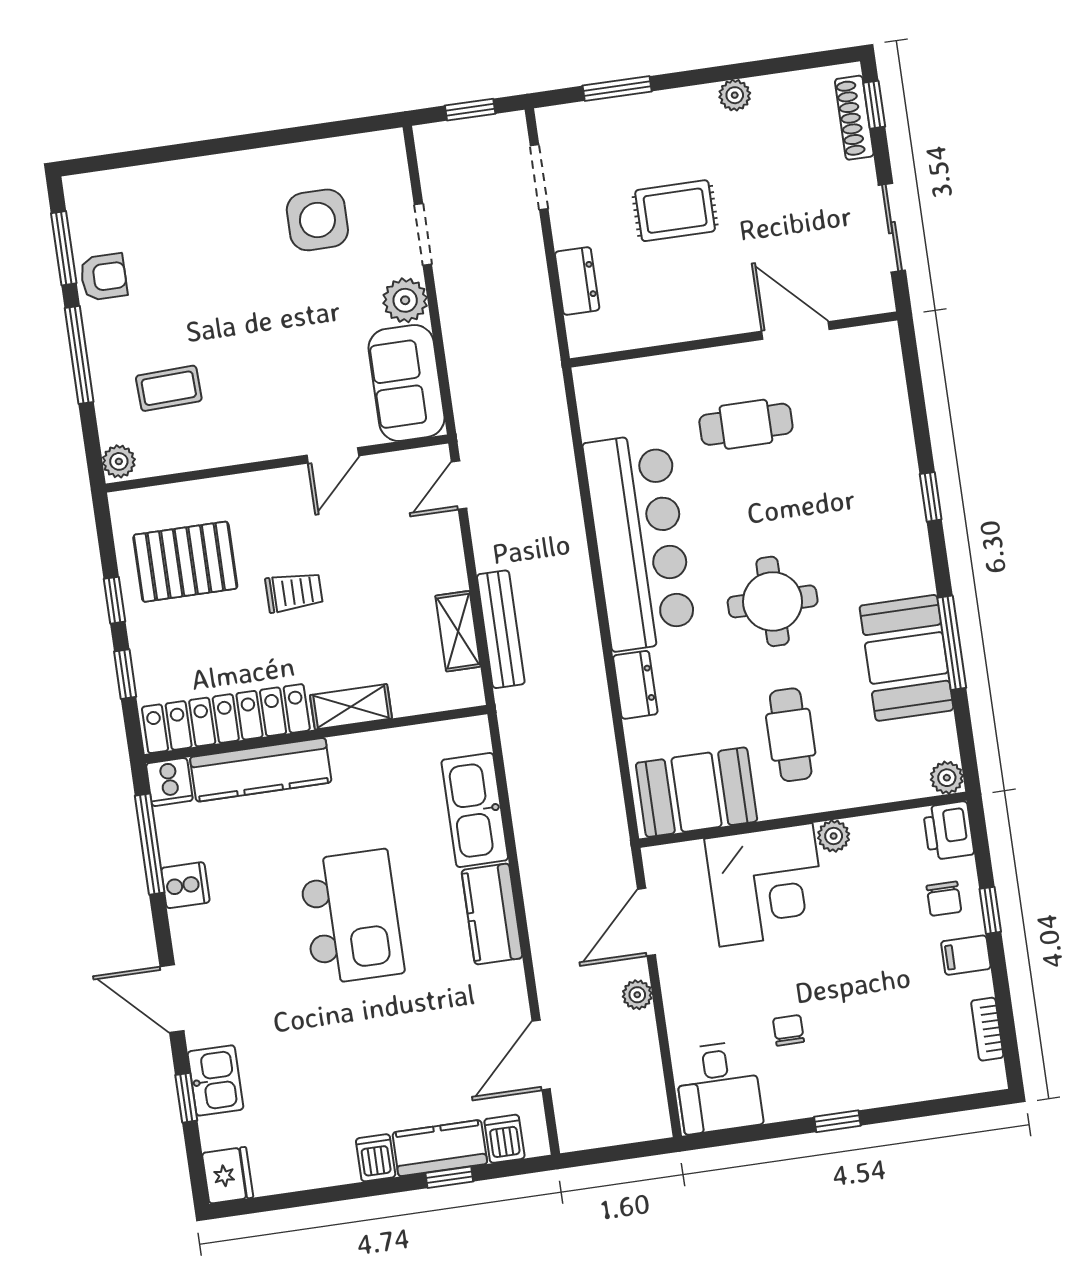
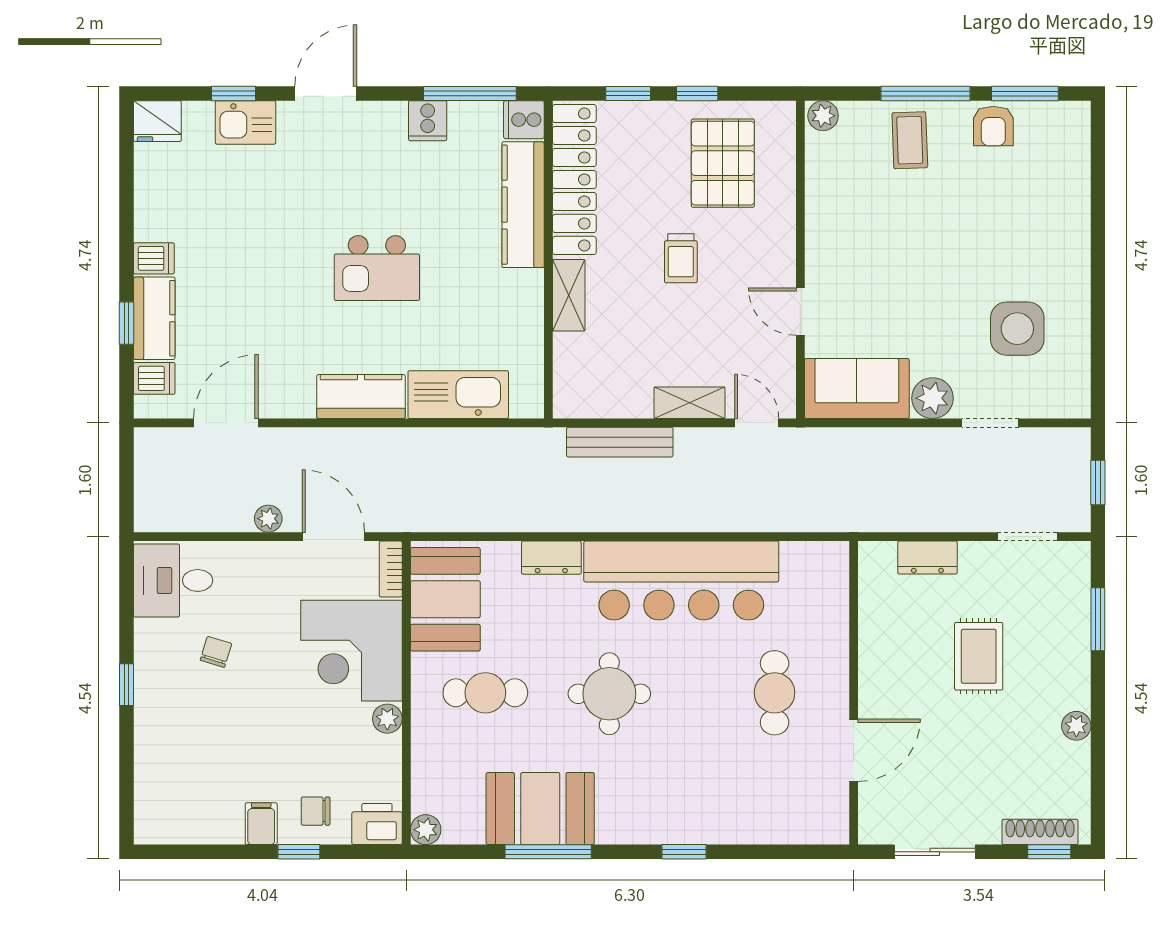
coffee table: (169, 388) -> (910, 140), moved
shelving: (458, 631) -> (689, 403), moved
kitchen island: (352, 917) -> (377, 268), width x0.73, depth x0.78
bookcase: (987, 1029) -> (391, 569), moved, turned -90
chair: (788, 1030) -> (216, 652), turned -73
door: (541, 1055) -> (226, 423), hinge flipped

